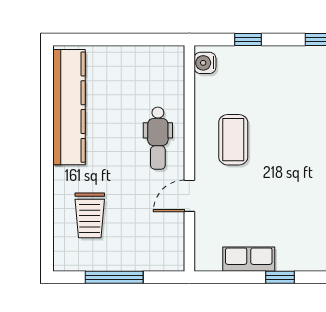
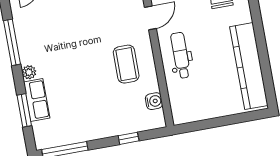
water cooler: (205, 63) -> (154, 101), moved

